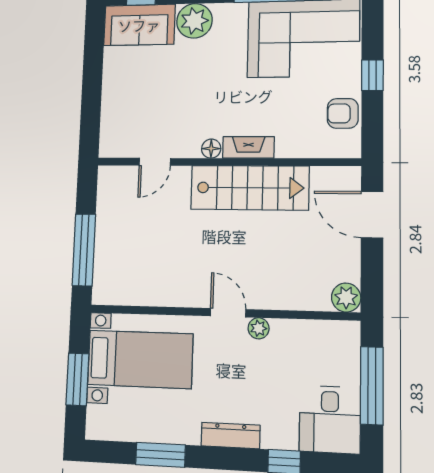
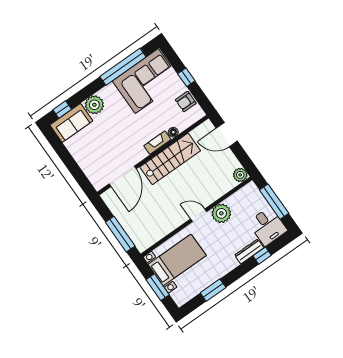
floor lamp: (211, 149) -> (173, 132), moved
door: (155, 162) -> (123, 176), width x1.88
plant: (259, 328) -> (221, 213), width x1.88, depth x1.88
dresser: (231, 436) -> (249, 251), moved

